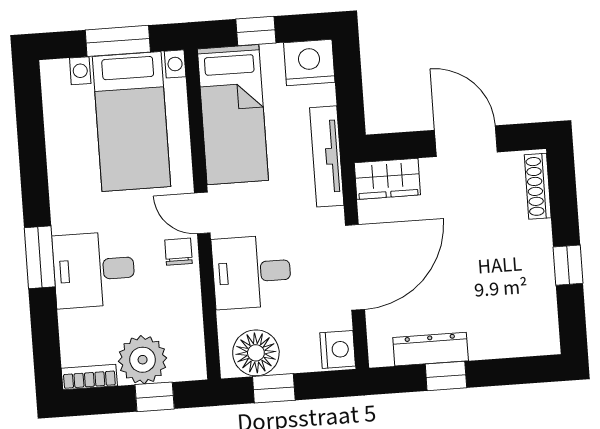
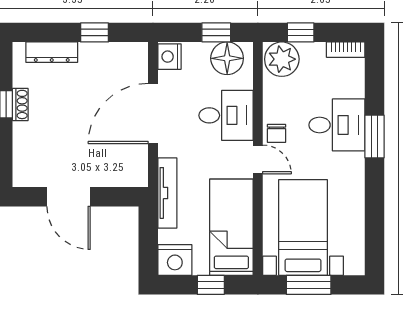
wardrobe: (387, 179) -> (126, 174), removed
shoe rack: (538, 186) -> (20, 104), moved, width x0.70
dresser: (431, 349) -> (52, 52), moved
plant: (143, 360) -> (282, 59), moved

